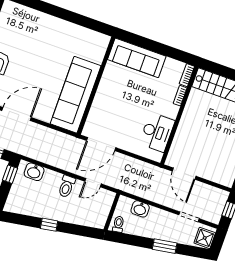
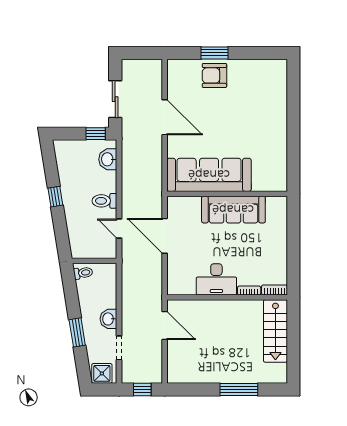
sofa: (137, 58) -> (233, 210), moved, turned -90
desk: (157, 132) -> (216, 279), moved
door: (101, 144) -> (165, 236), moved
door: (184, 174) -> (165, 325), swing flipped
washbasin: (140, 209) -> (108, 319), moved

